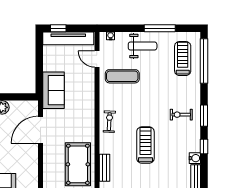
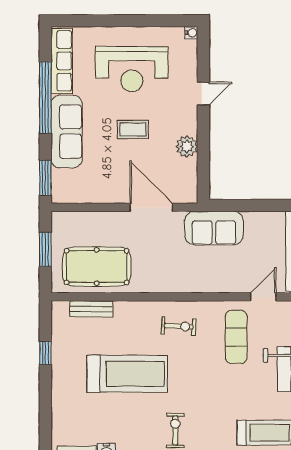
exercise bike: (109, 122) -> (179, 326), moved
treadmill: (145, 145) -> (127, 374), width x1.37, depth x1.37

